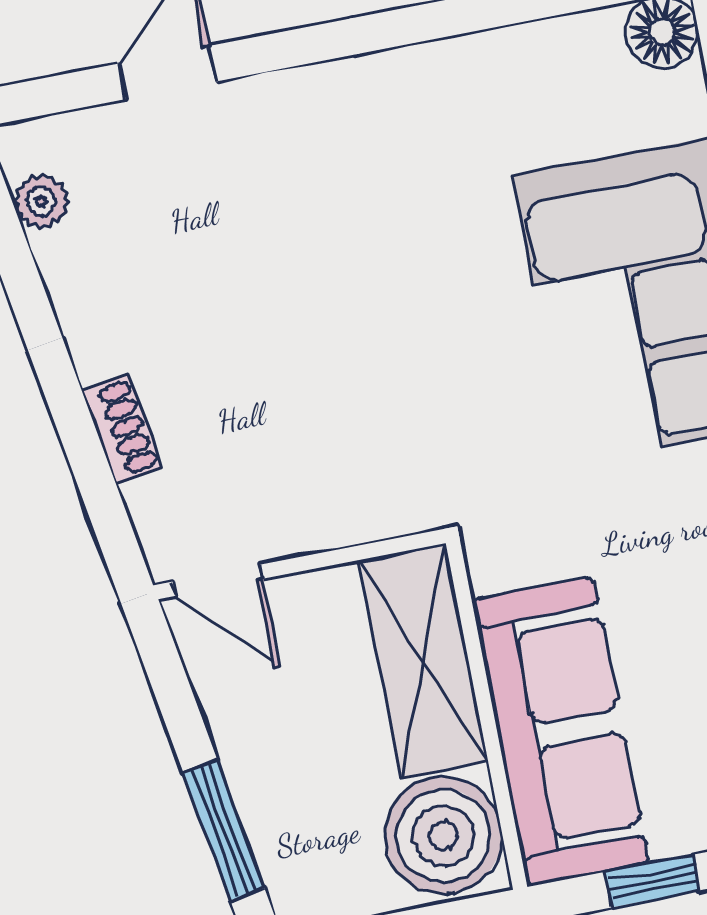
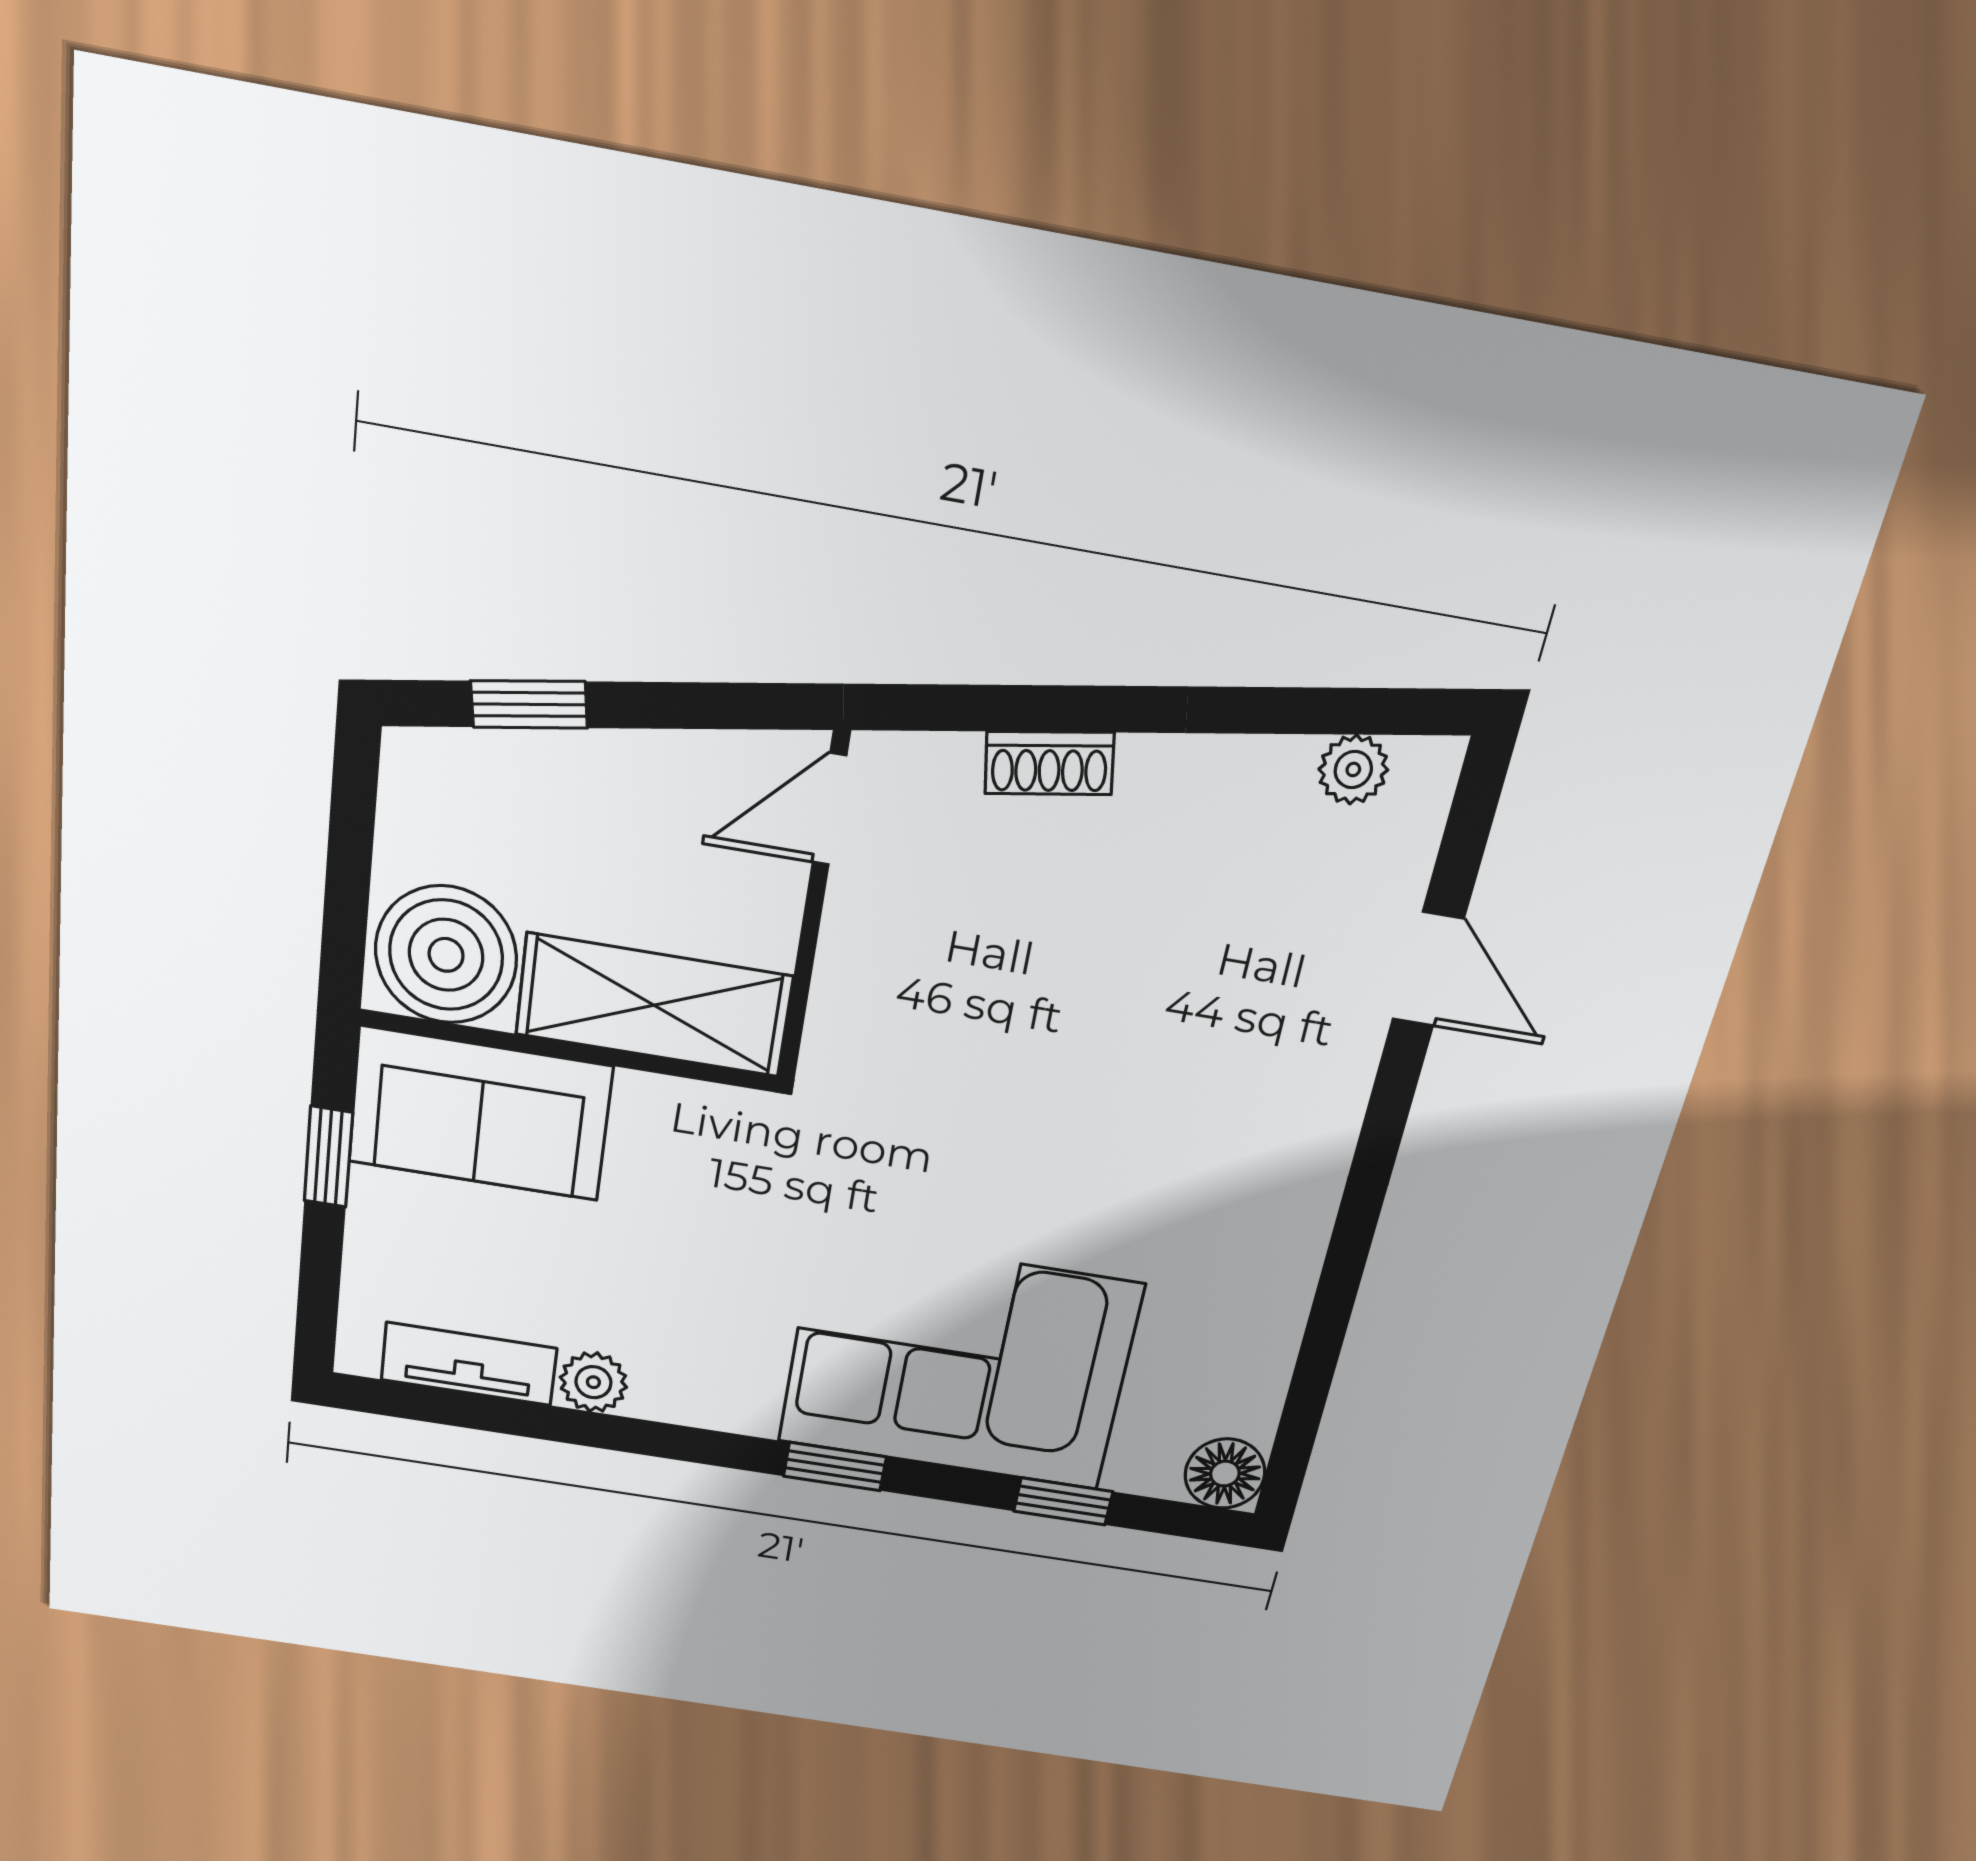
sofa: (560, 732) -> (480, 1114), width x0.73
window: (224, 830) -> (529, 704), width x0.67

